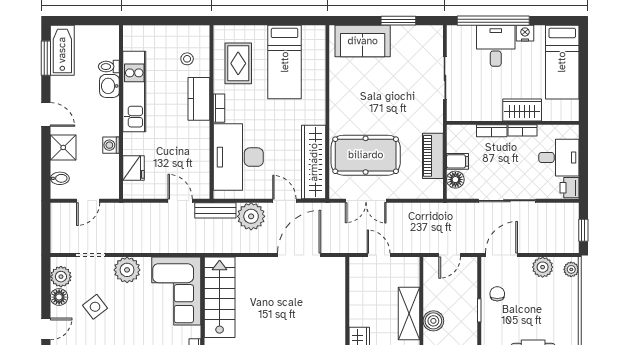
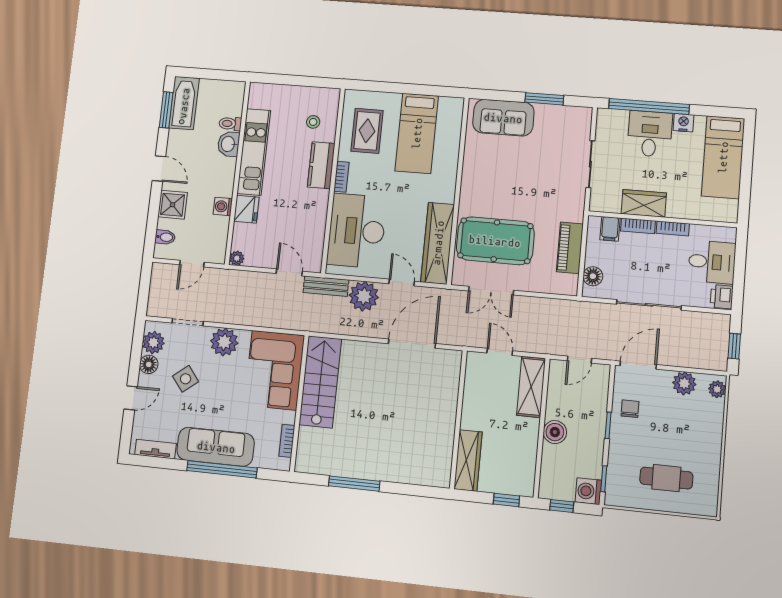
wardrobe: (522, 110) -> (644, 203), moved
filing cabinet: (458, 161) -> (610, 229), moved, turned 90
fridge: (134, 168) -> (246, 209), moved
plant: (130, 192) -> (237, 258), added
shelving: (409, 313) -> (531, 387), moved

